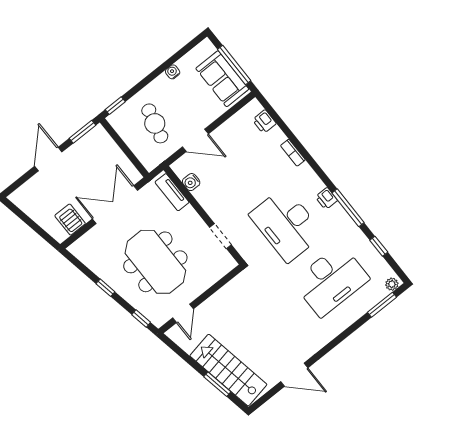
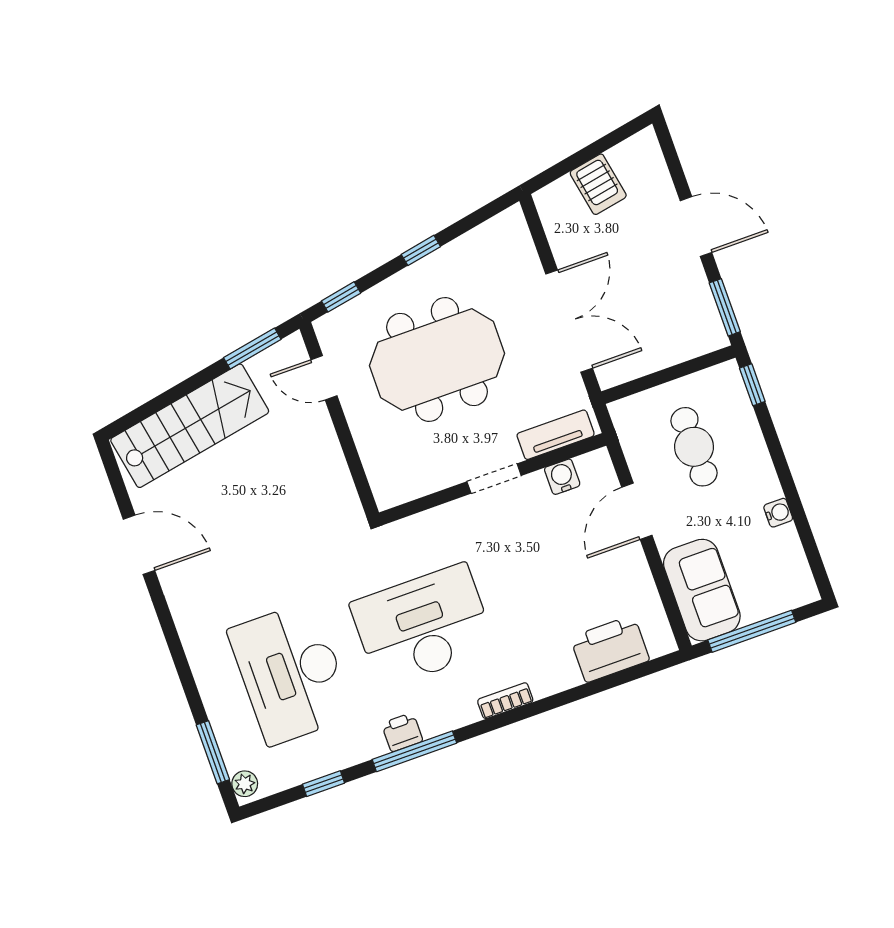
sofa: (222, 79) -> (702, 590), moved, turned 90
printer: (264, 122) -> (610, 649), width x1.87, depth x1.48
cafe table: (155, 123) -> (694, 447), turned 76
bookcase: (293, 153) -> (505, 701), moved
printer: (326, 199) -> (402, 732), moved
server rack: (70, 220) -> (598, 184), moved, turned 79
doorway: (221, 236) -> (494, 479), moved
door: (294, 375) -> (139, 545), swing flipped
window: (217, 384) -> (252, 349), moved

